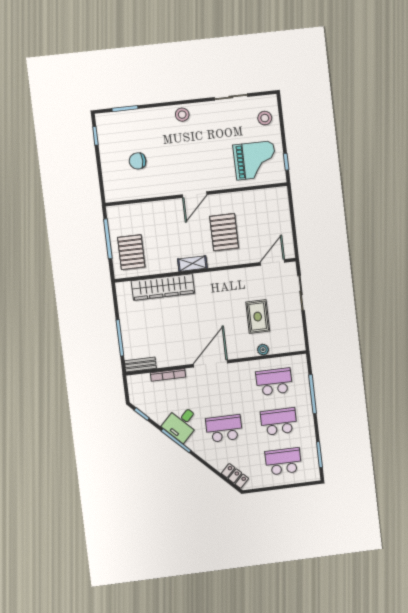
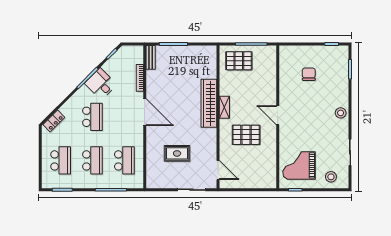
grand piano: (255, 160) -> (299, 165), turned 90
wardrobe: (163, 287) -> (209, 103), moved
plant: (263, 350) -> (151, 155), removed

